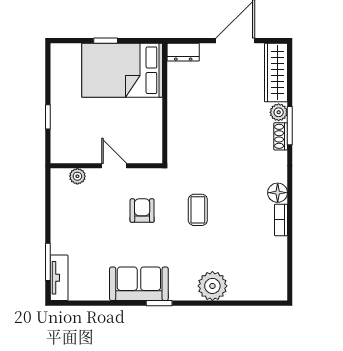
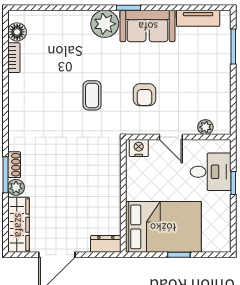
desk: (72, 129) -> (211, 172), added
nightstand: (148, 154) -> (139, 148), added
floor lamp: (278, 193) -> (17, 32), moved
bookcase: (281, 220) -> (14, 58), moved
tv unit: (59, 278) -> (198, 18), moved, turned -90
plant: (212, 286) -> (105, 24), moved

